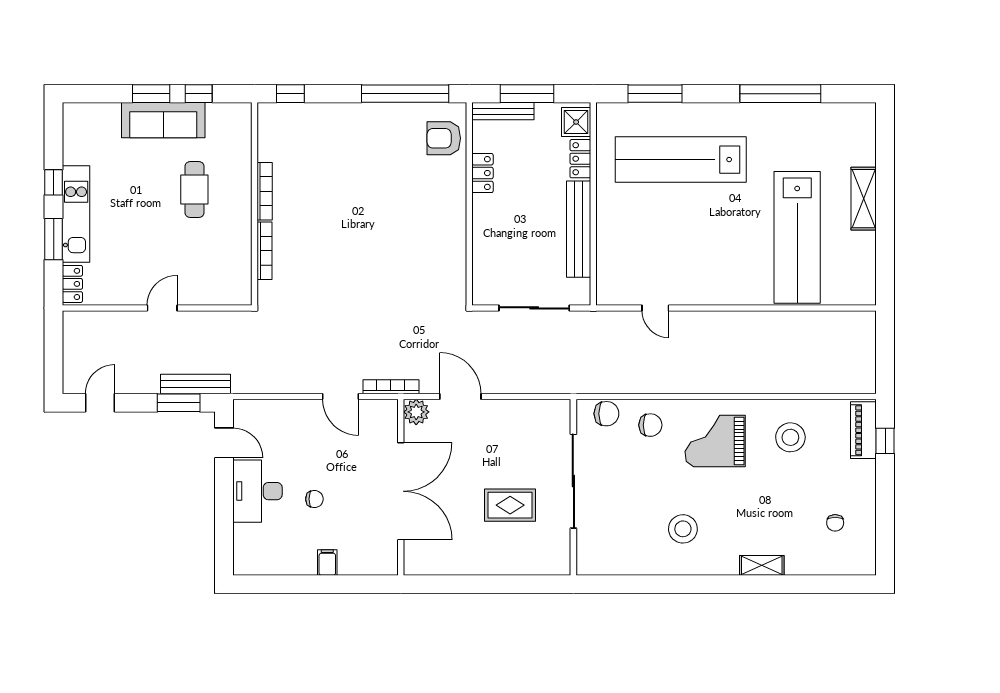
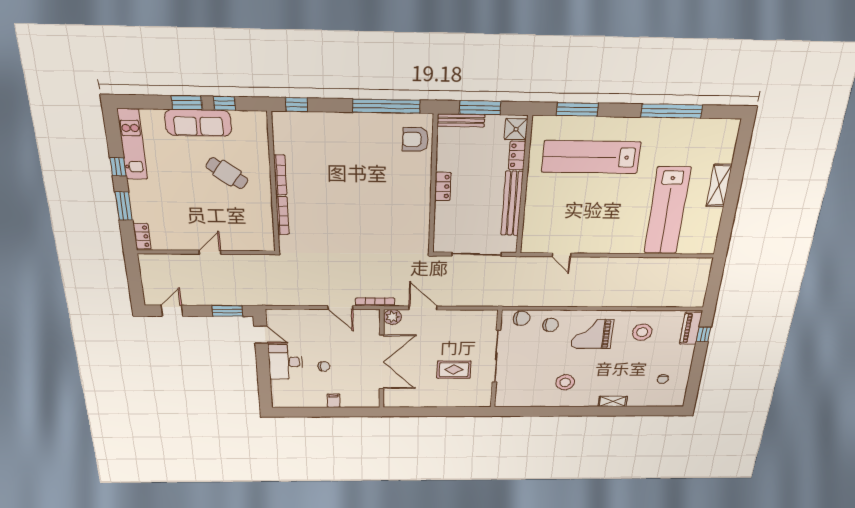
locker: (482, 173) -> (443, 187), moved
cafe table: (194, 190) -> (227, 173), turned -55
kitchen unit: (76, 214) -> (132, 144), moved
bench: (196, 384) -> (238, 300), removed

